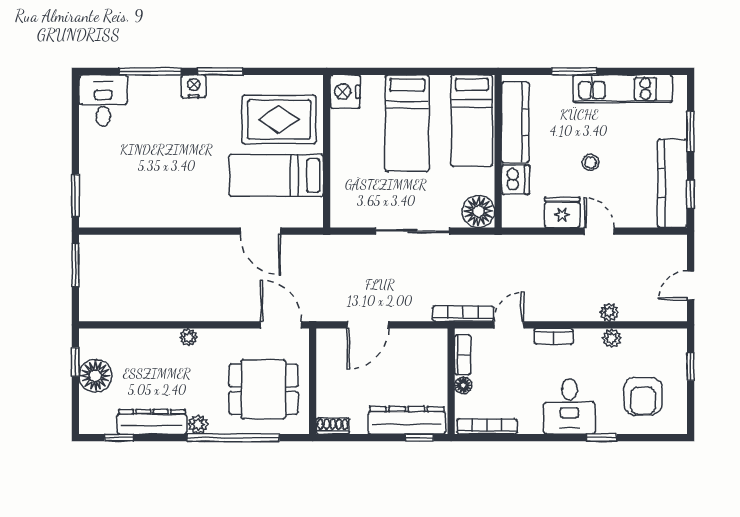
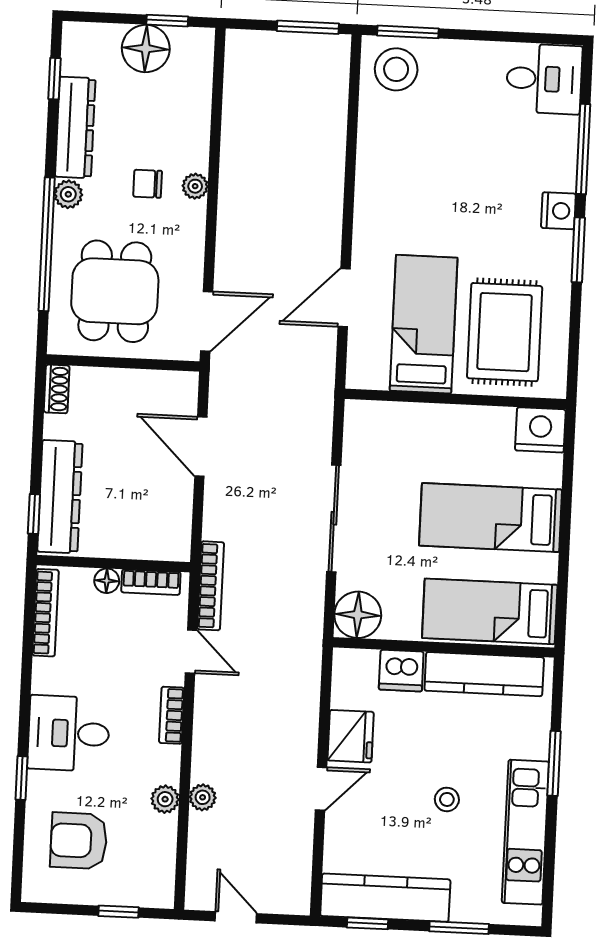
stool: (590, 162) -> (447, 799), moved
stool: (102, 203) -> (396, 69), added
chair: (188, 370) -> (148, 184), added

